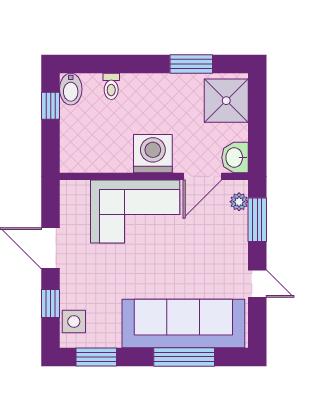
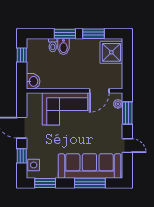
window: (135, 64) -> (65, 34), added
bidet: (71, 89) -> (63, 46), moved
washing machine: (153, 154) -> (74, 79), removed
washbasin: (235, 158) -> (33, 81), moved, turned 180

